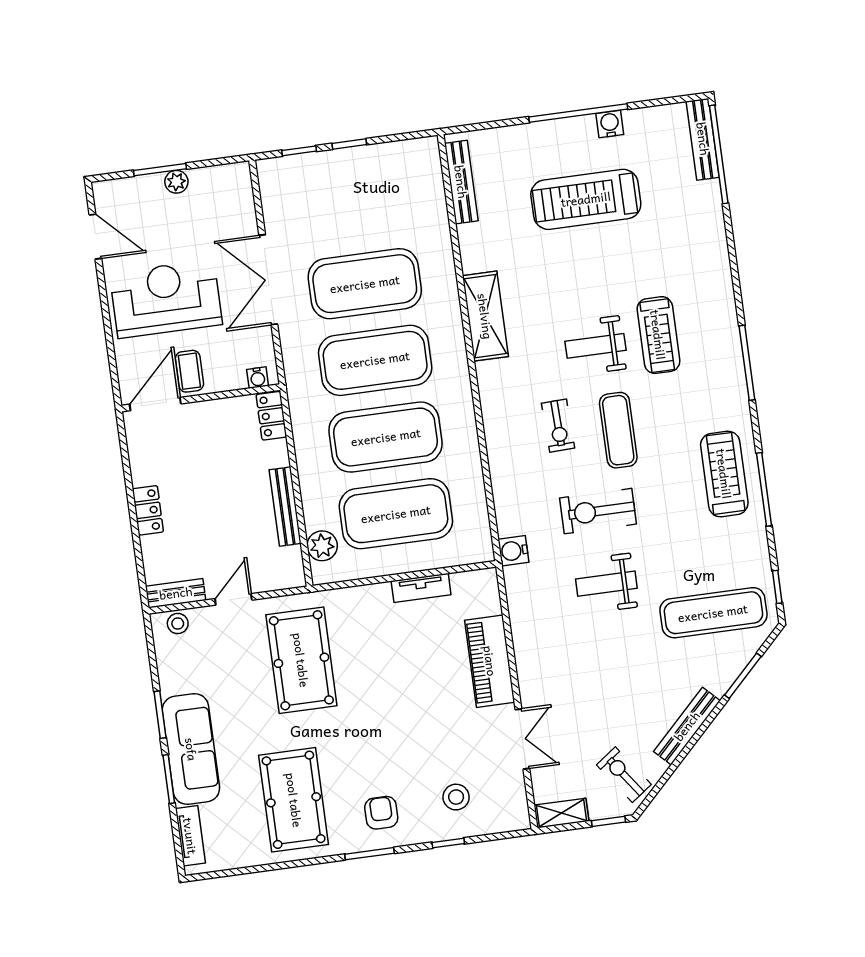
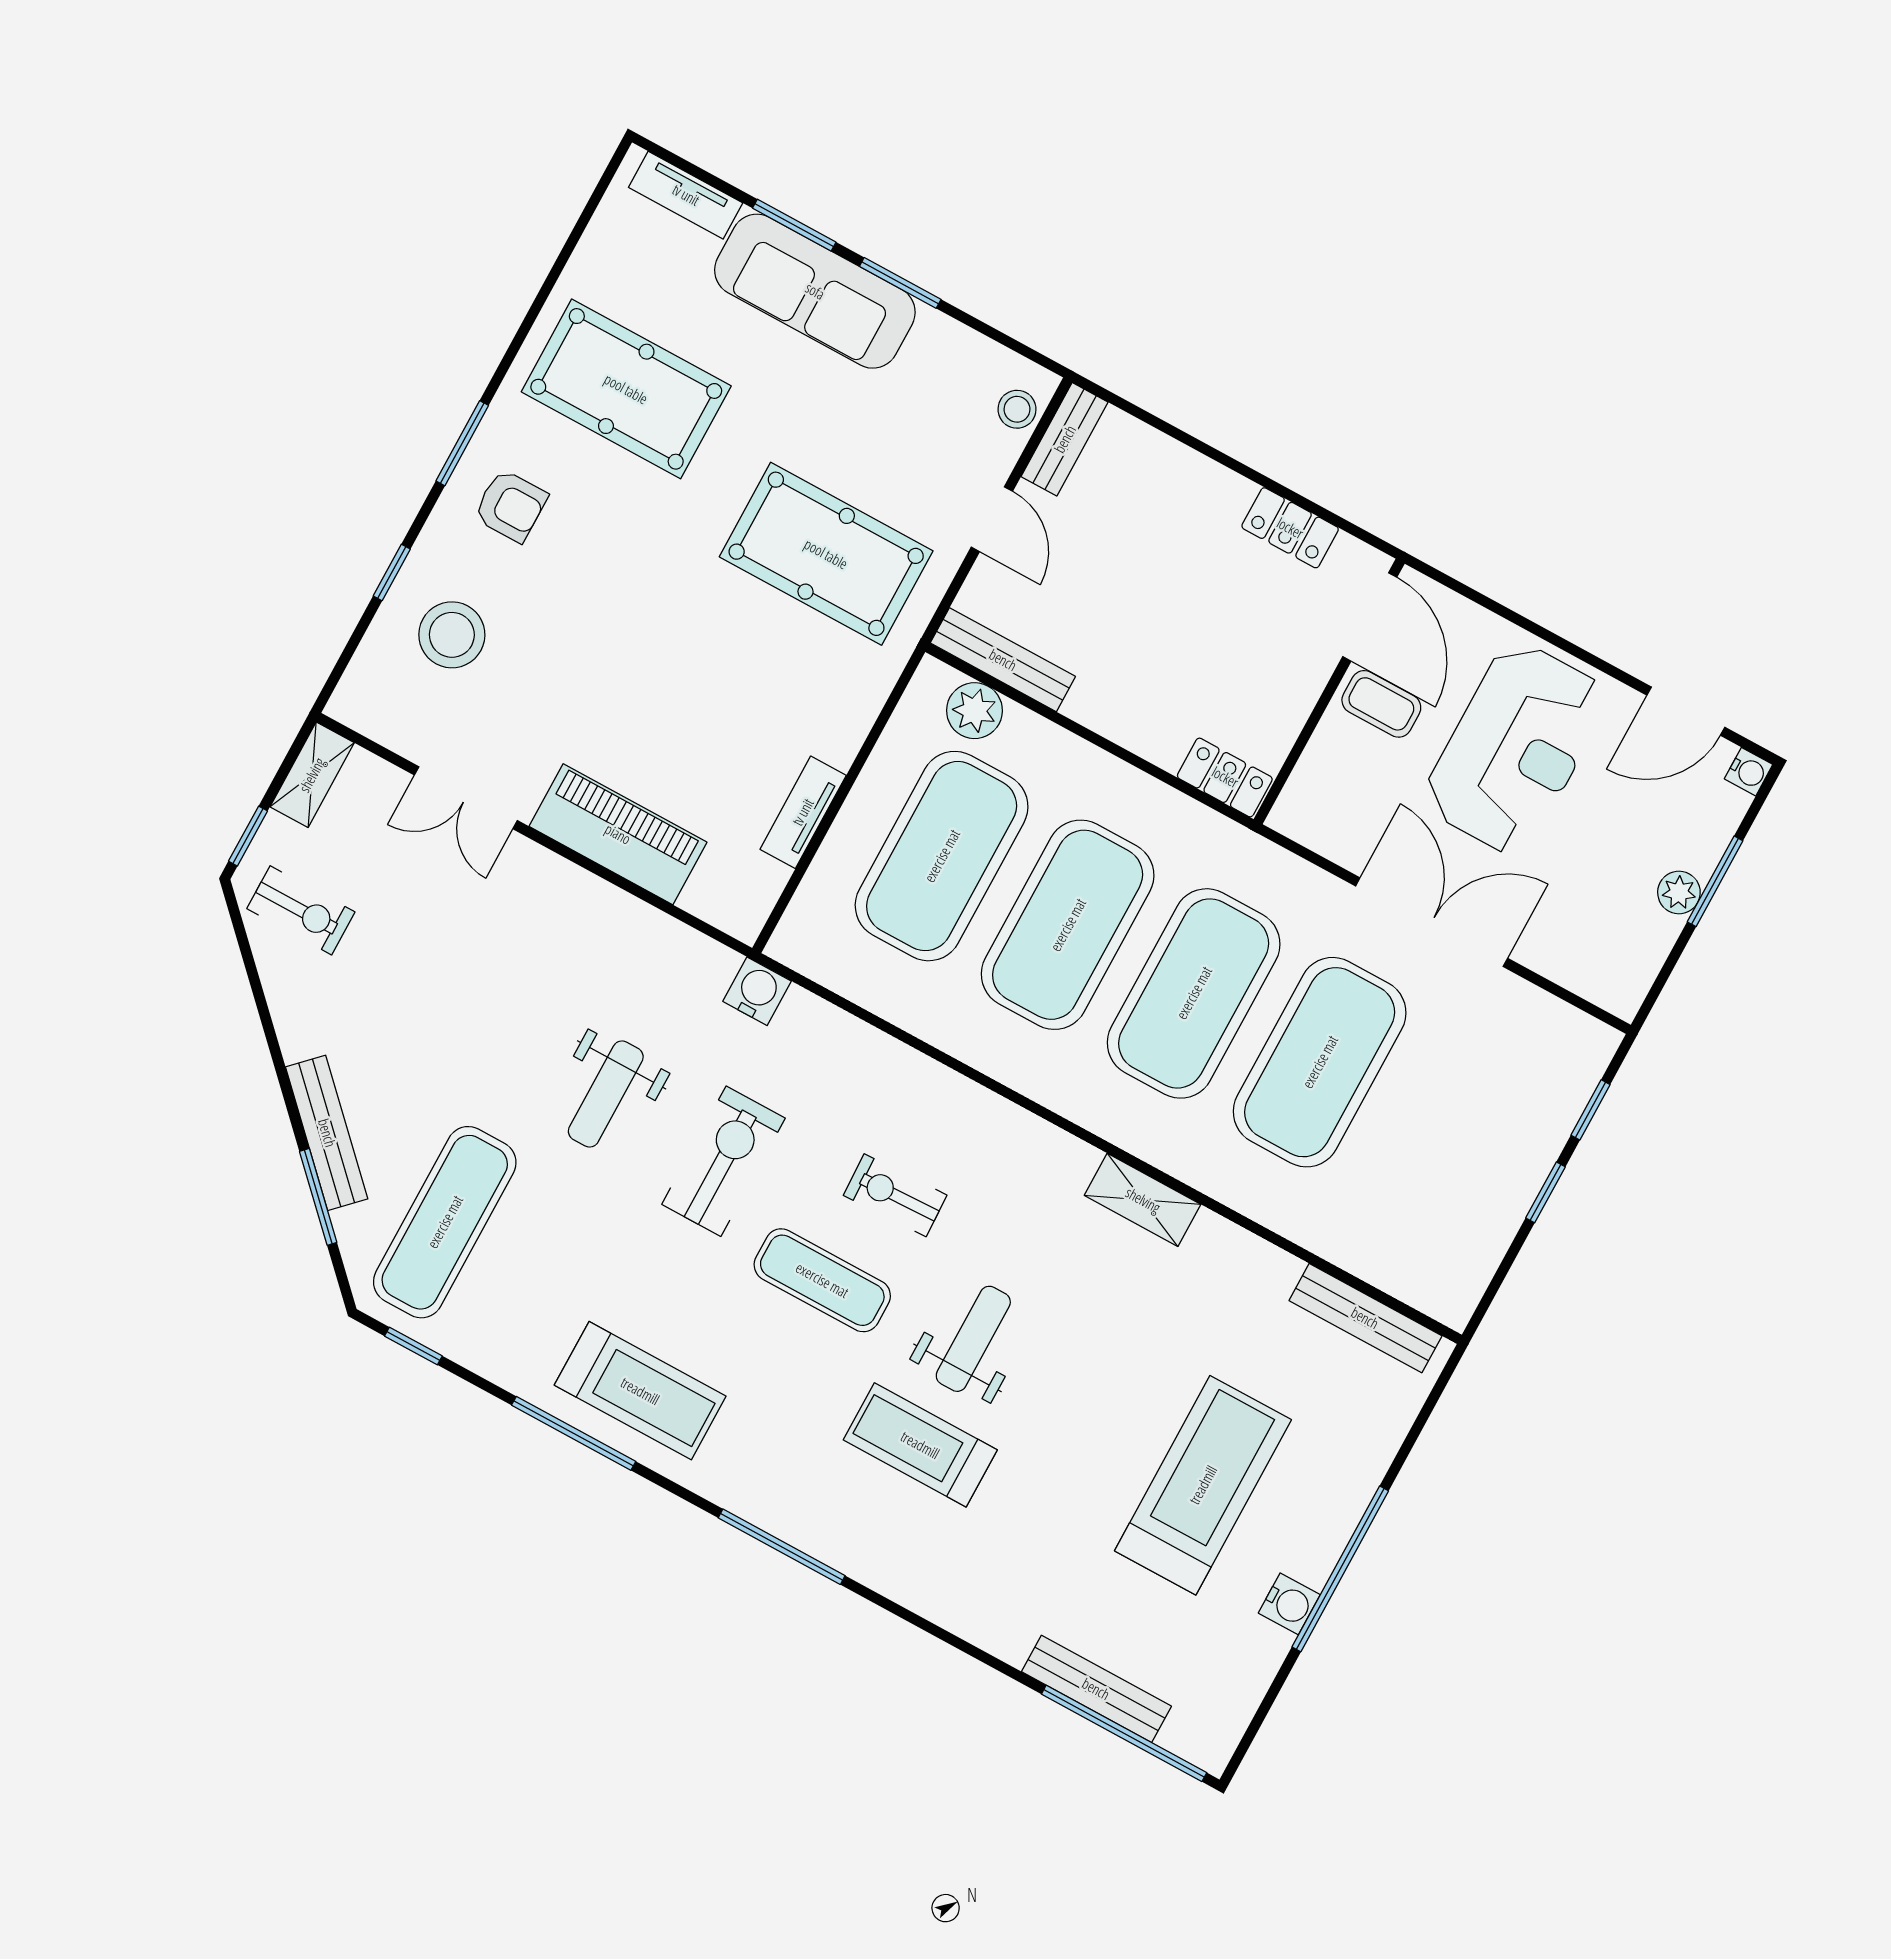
bench: (703, 139) -> (1096, 1689), moved
shelving: (485, 316) -> (1143, 1200), width x0.67, depth x0.75
water cooler: (258, 378) -> (1749, 772), moved, turned 180
bench: (285, 507) -> (1003, 660), moved
locker: (148, 510) -> (1290, 528), moved
weight bench: (606, 584) -> (606, 1094), turned 180
bench: (687, 726) -> (327, 1133), moved
exercise bike: (624, 775) -> (301, 910), turned 36
stool: (456, 797) -> (452, 635), width x1.38, depth x1.38

